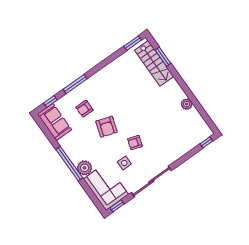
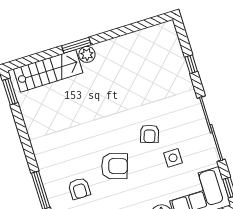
window: (163, 57) -> (76, 45), moved
plant: (187, 104) -> (87, 54), moved
window: (206, 142) -> (191, 64), moved

